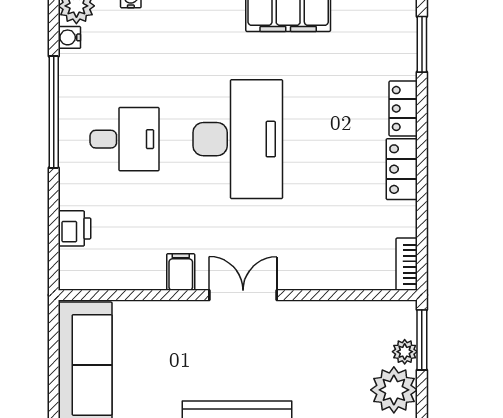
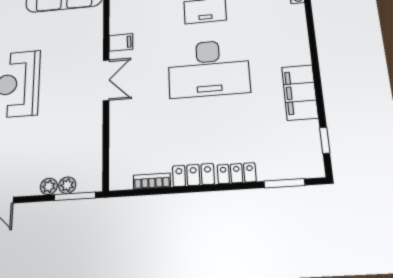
bookcase: (407, 264) -> (152, 181), moved
plant: (394, 390) -> (49, 186), width x0.53, depth x0.53

